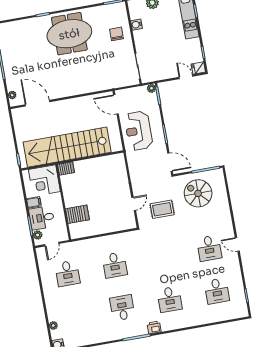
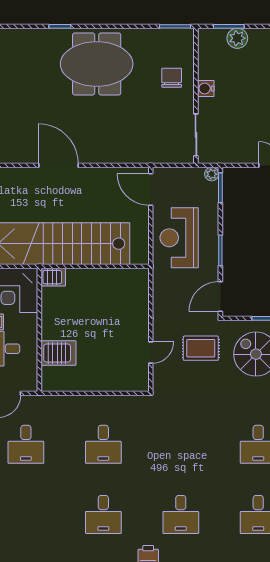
water cooler: (136, 25) -> (206, 88), moved
door: (37, 103) -> (58, 165), moved
door: (170, 162) -> (220, 297), swing flipped
rug: (162, 209) -> (201, 348), moved
desk: (122, 308) -> (103, 514), turned 180

